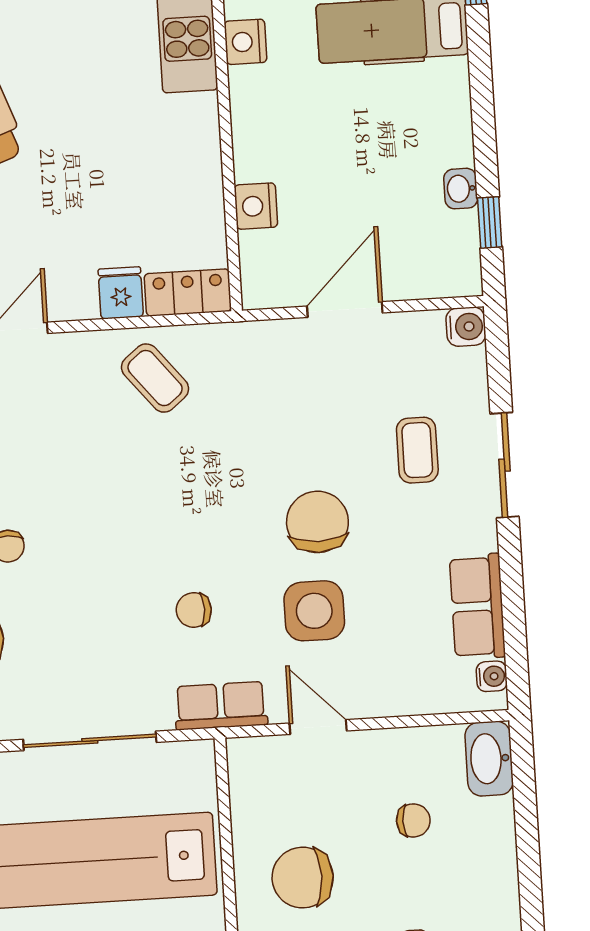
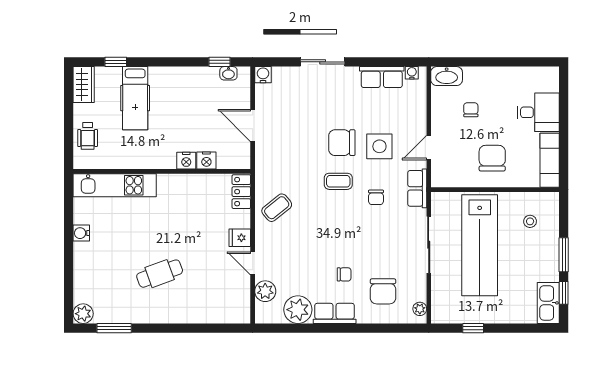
nightstand: (245, 42) -> (186, 161), moved
washbasin: (461, 189) -> (228, 73), moved
fridge: (121, 293) -> (240, 238), moved
coffee table: (417, 450) -> (338, 181), moved
chair: (303, 878) -> (492, 158), turned 180

